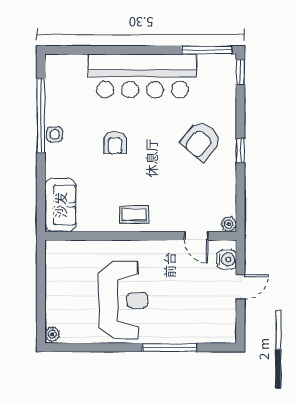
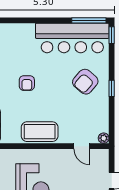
bar counter: (143, 76) -> (72, 38), moved
coffee table: (134, 214) -> (40, 132), width x1.86, depth x1.72
water cooler: (227, 259) -> (102, 162), removed

